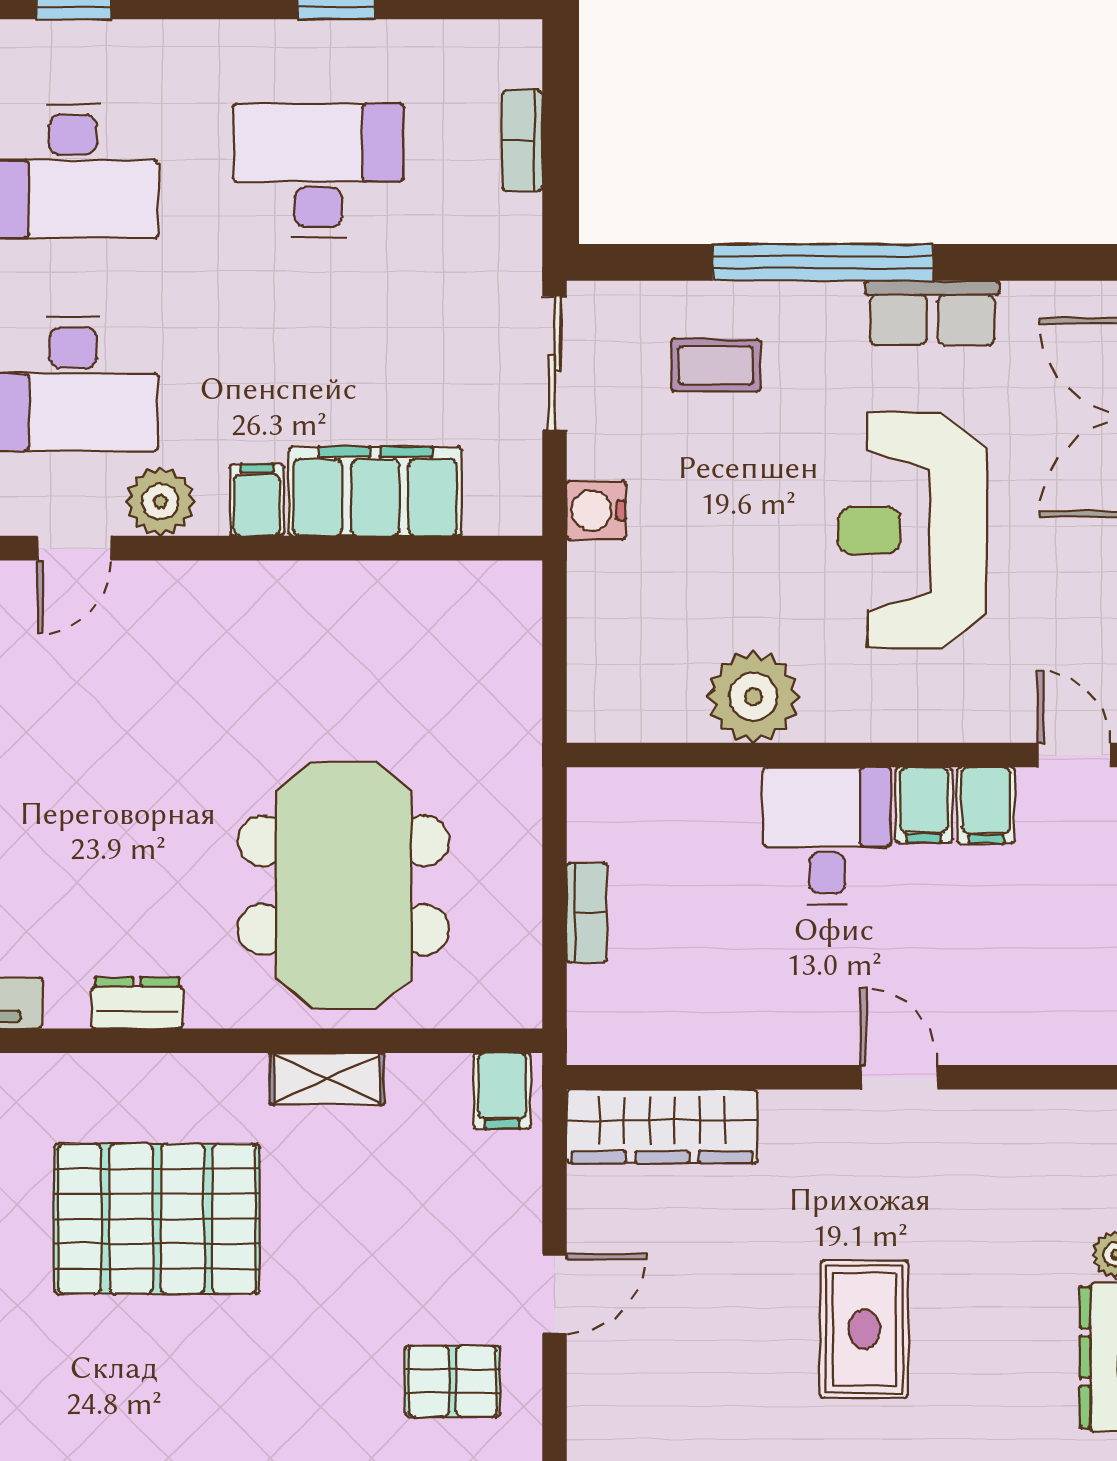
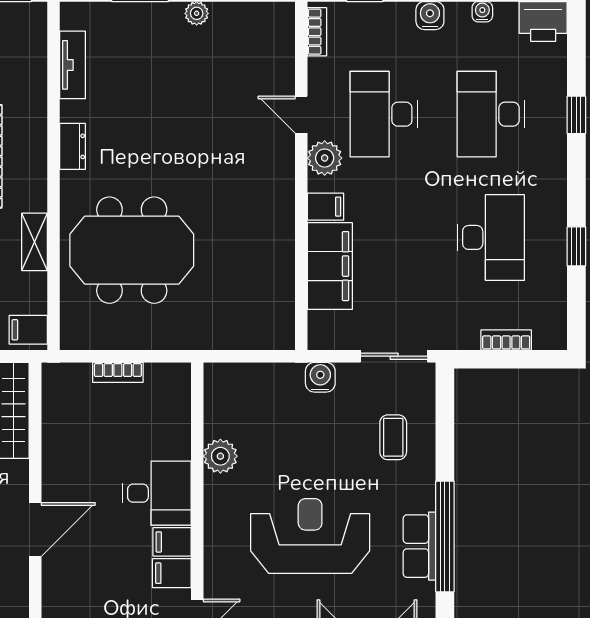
window: (823, 262) -> (445, 536), moved
plant: (753, 697) -> (220, 456), width x0.73, depth x0.73
door: (899, 1077) -> (35, 529), width x1.38

